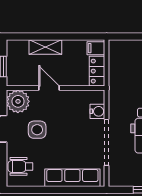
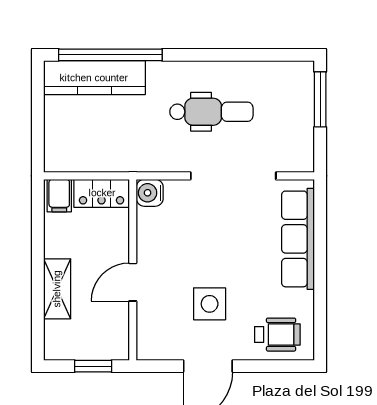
plant: (18, 101) -> (157, 339), removed
water cooler: (97, 111) -> (150, 193), moved, turned -90
wheelchair: (21, 166) -> (277, 335), turned -90

